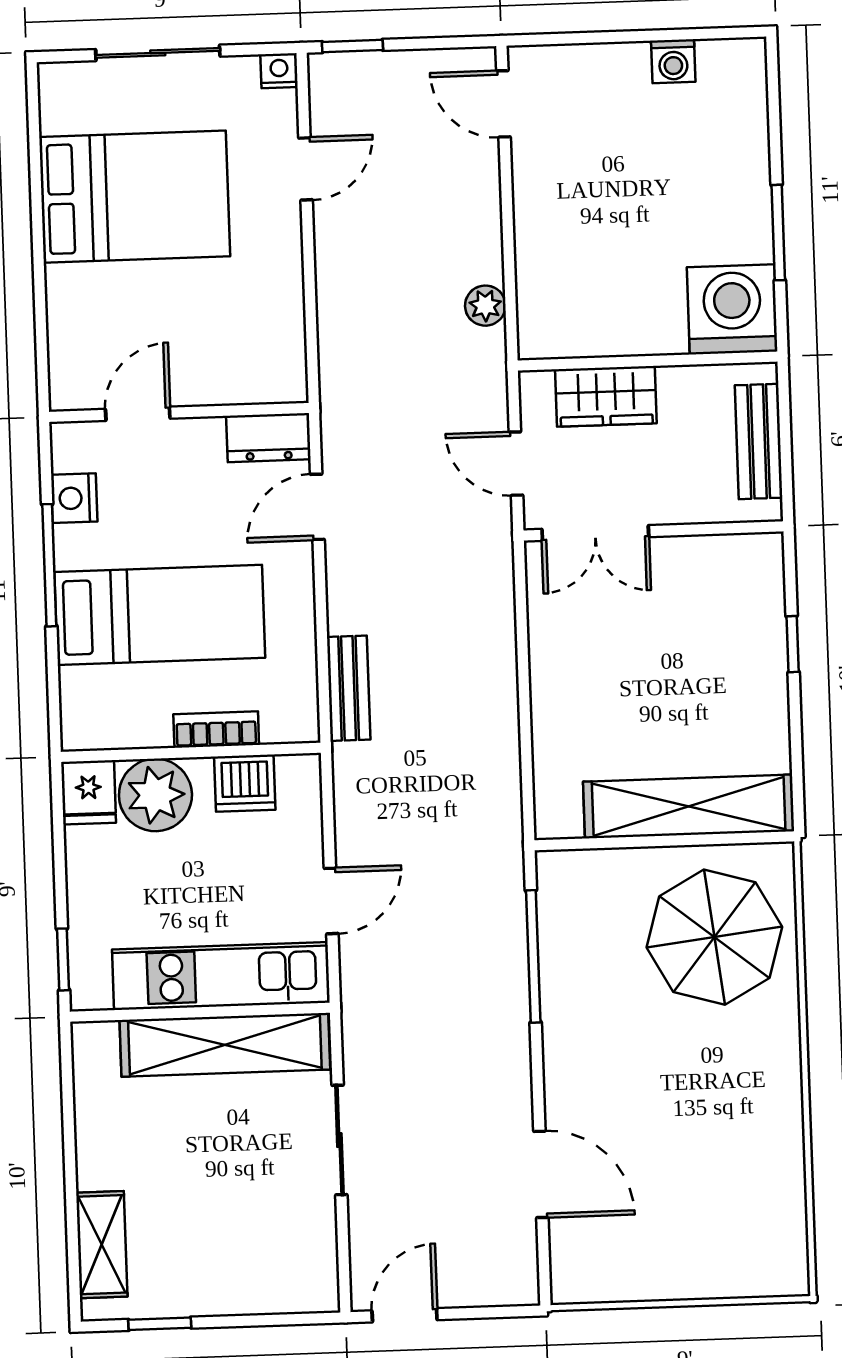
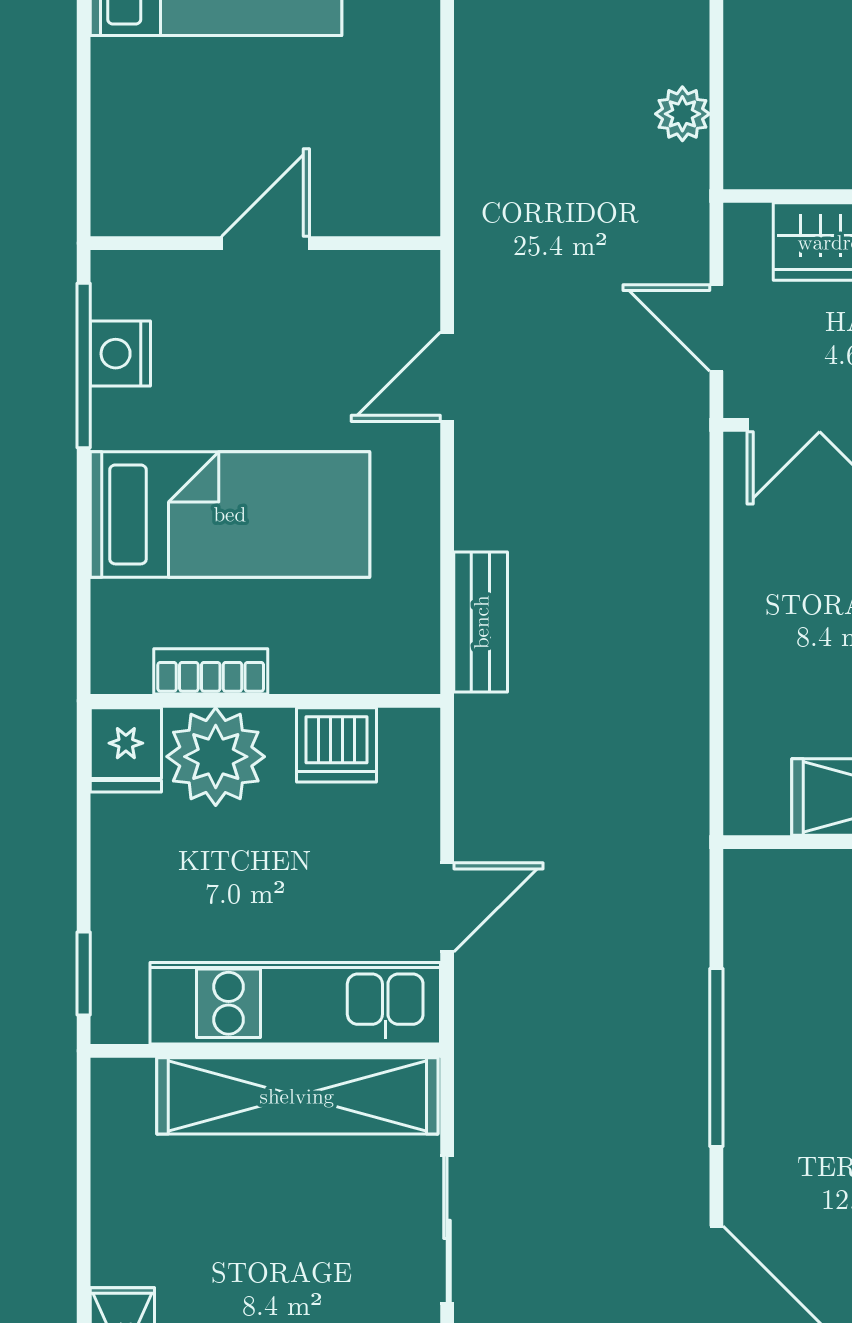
door: (138, 414) -> (266, 243), moved
dresser: (268, 438) -> (385, 281), removed
window: (49, 565) -> (84, 365), moved
bookcase: (216, 729) -> (211, 671), moved
window: (533, 956) -> (716, 1057), moved

